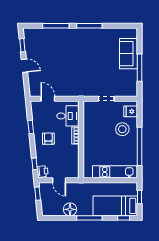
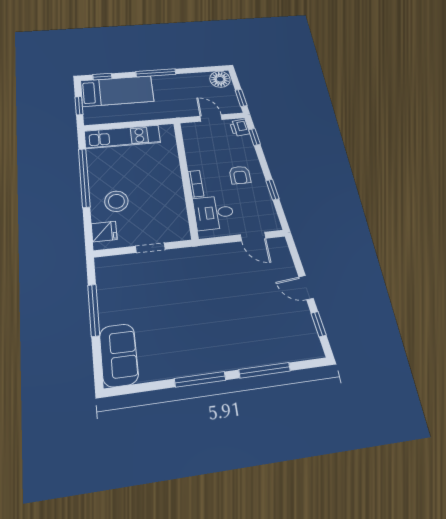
sofa: (129, 54) -> (119, 355), moved
floor lamp: (70, 209) -> (220, 79), moved

